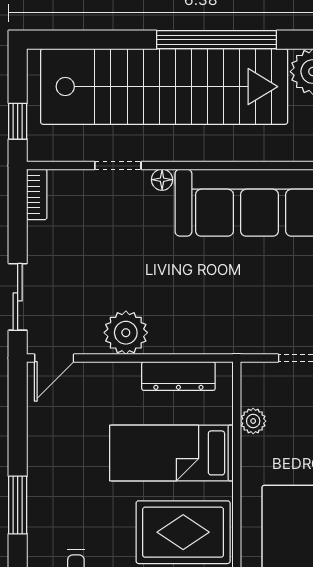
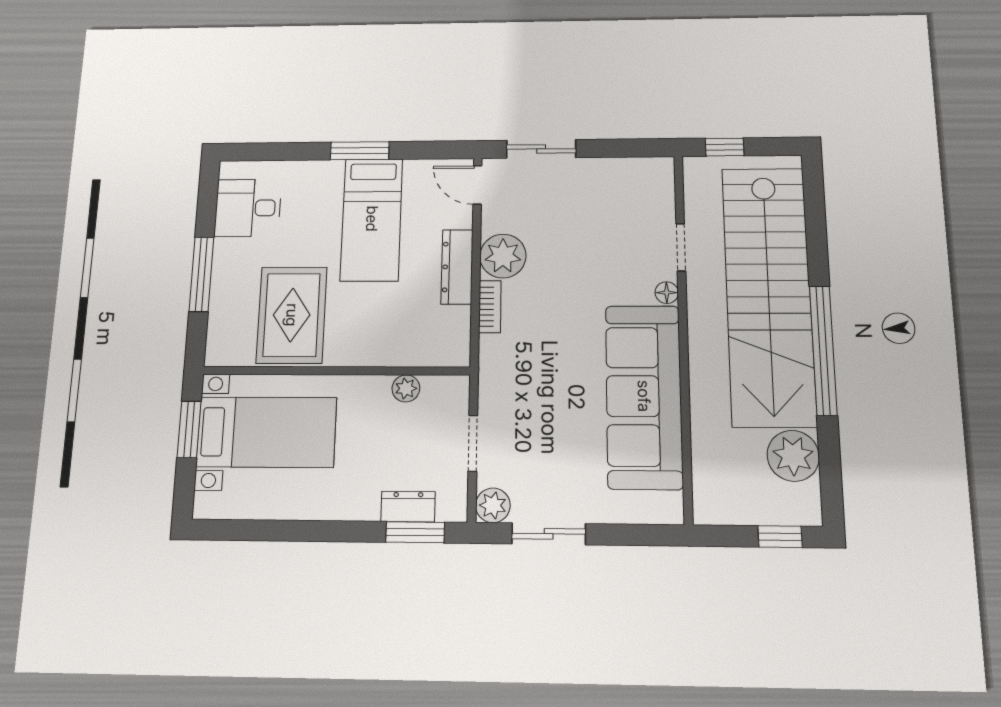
bookcase: (37, 194) -> (490, 307), moved, turned -90
dresser: (178, 376) -> (457, 267), moved
bed: (171, 453) -> (372, 219), moved, turned 180
window: (18, 505) -> (360, 151), moved

